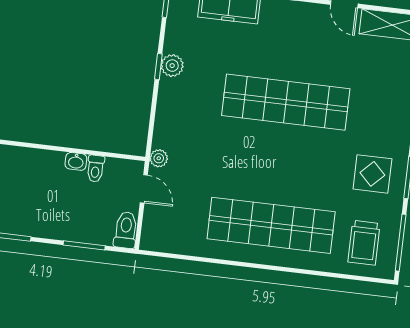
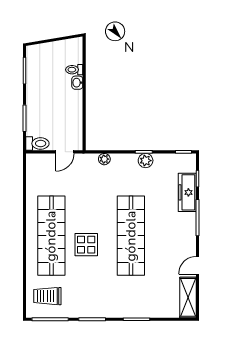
plant: (159, 158) -> (104, 159), moved
washbasin: (76, 161) -> (77, 83), moved
toilet: (95, 169) -> (74, 70), moved
display table: (372, 174) -> (86, 245), moved

